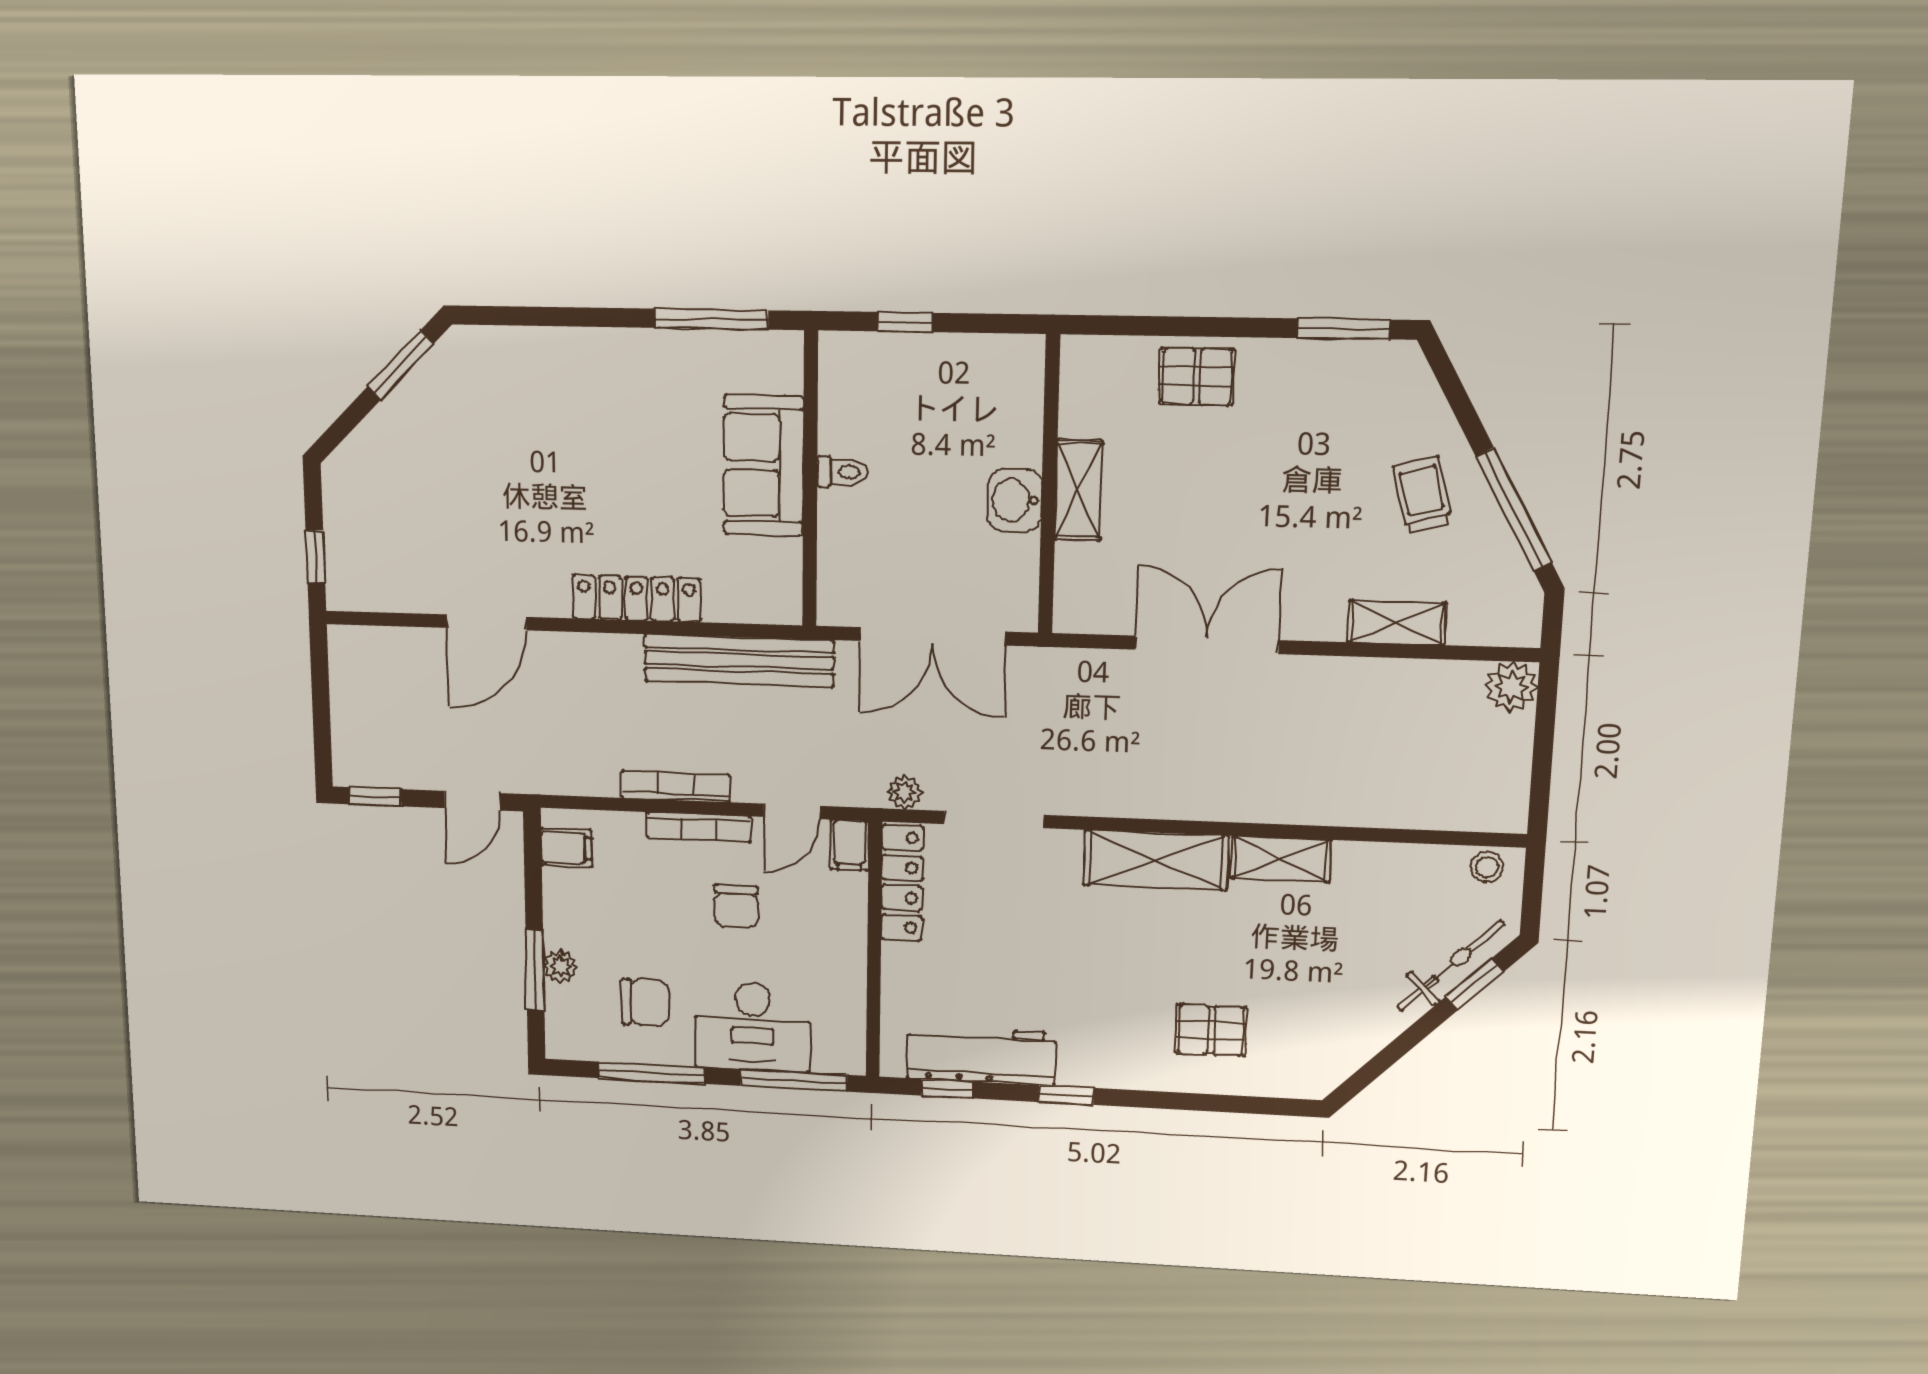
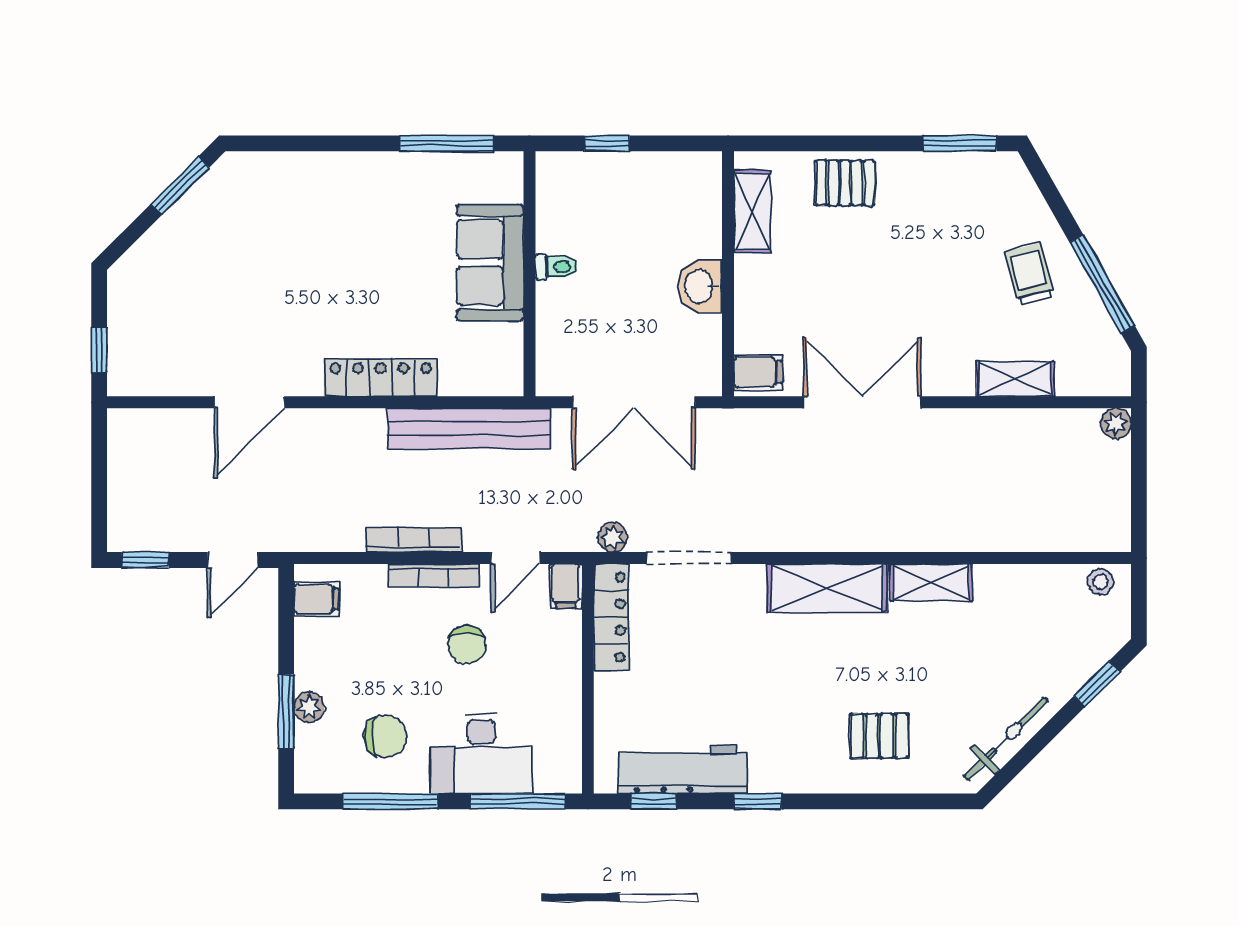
shelving: (1078, 490) -> (752, 211), moved
filing cabinet: (1082, 605) -> (758, 372), added
plant: (1511, 687) -> (1116, 423), width x0.73, depth x0.73
bicycle: (1451, 966) -> (1006, 739), moved

